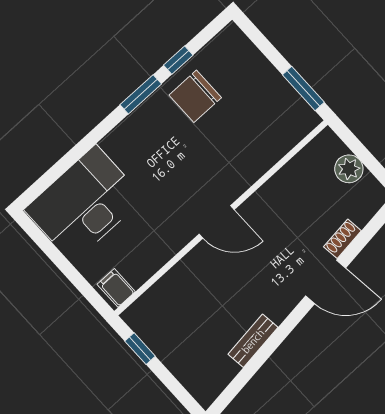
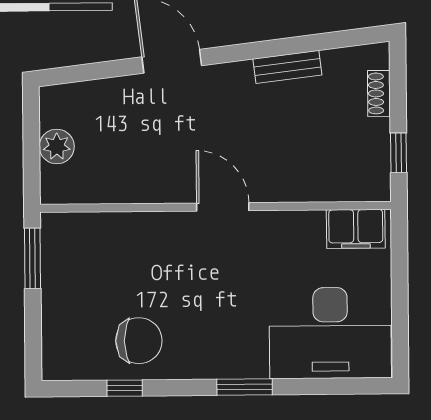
window: (141, 94) -> (245, 387), moved
shoe rack: (342, 239) -> (379, 93), moved, turned 97
filing cabinet: (116, 288) -> (356, 229), width x2.00

